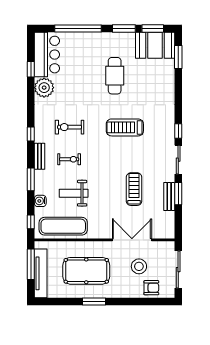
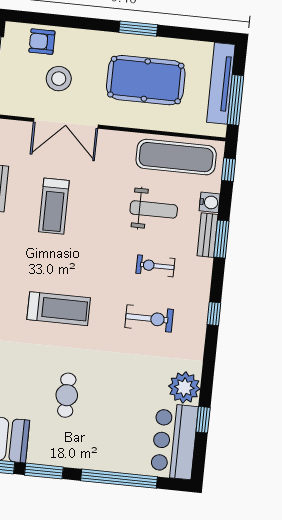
cafe table: (115, 76) -> (67, 395), width x0.73, depth x0.74
bench: (40, 156) -> (207, 235), moved

